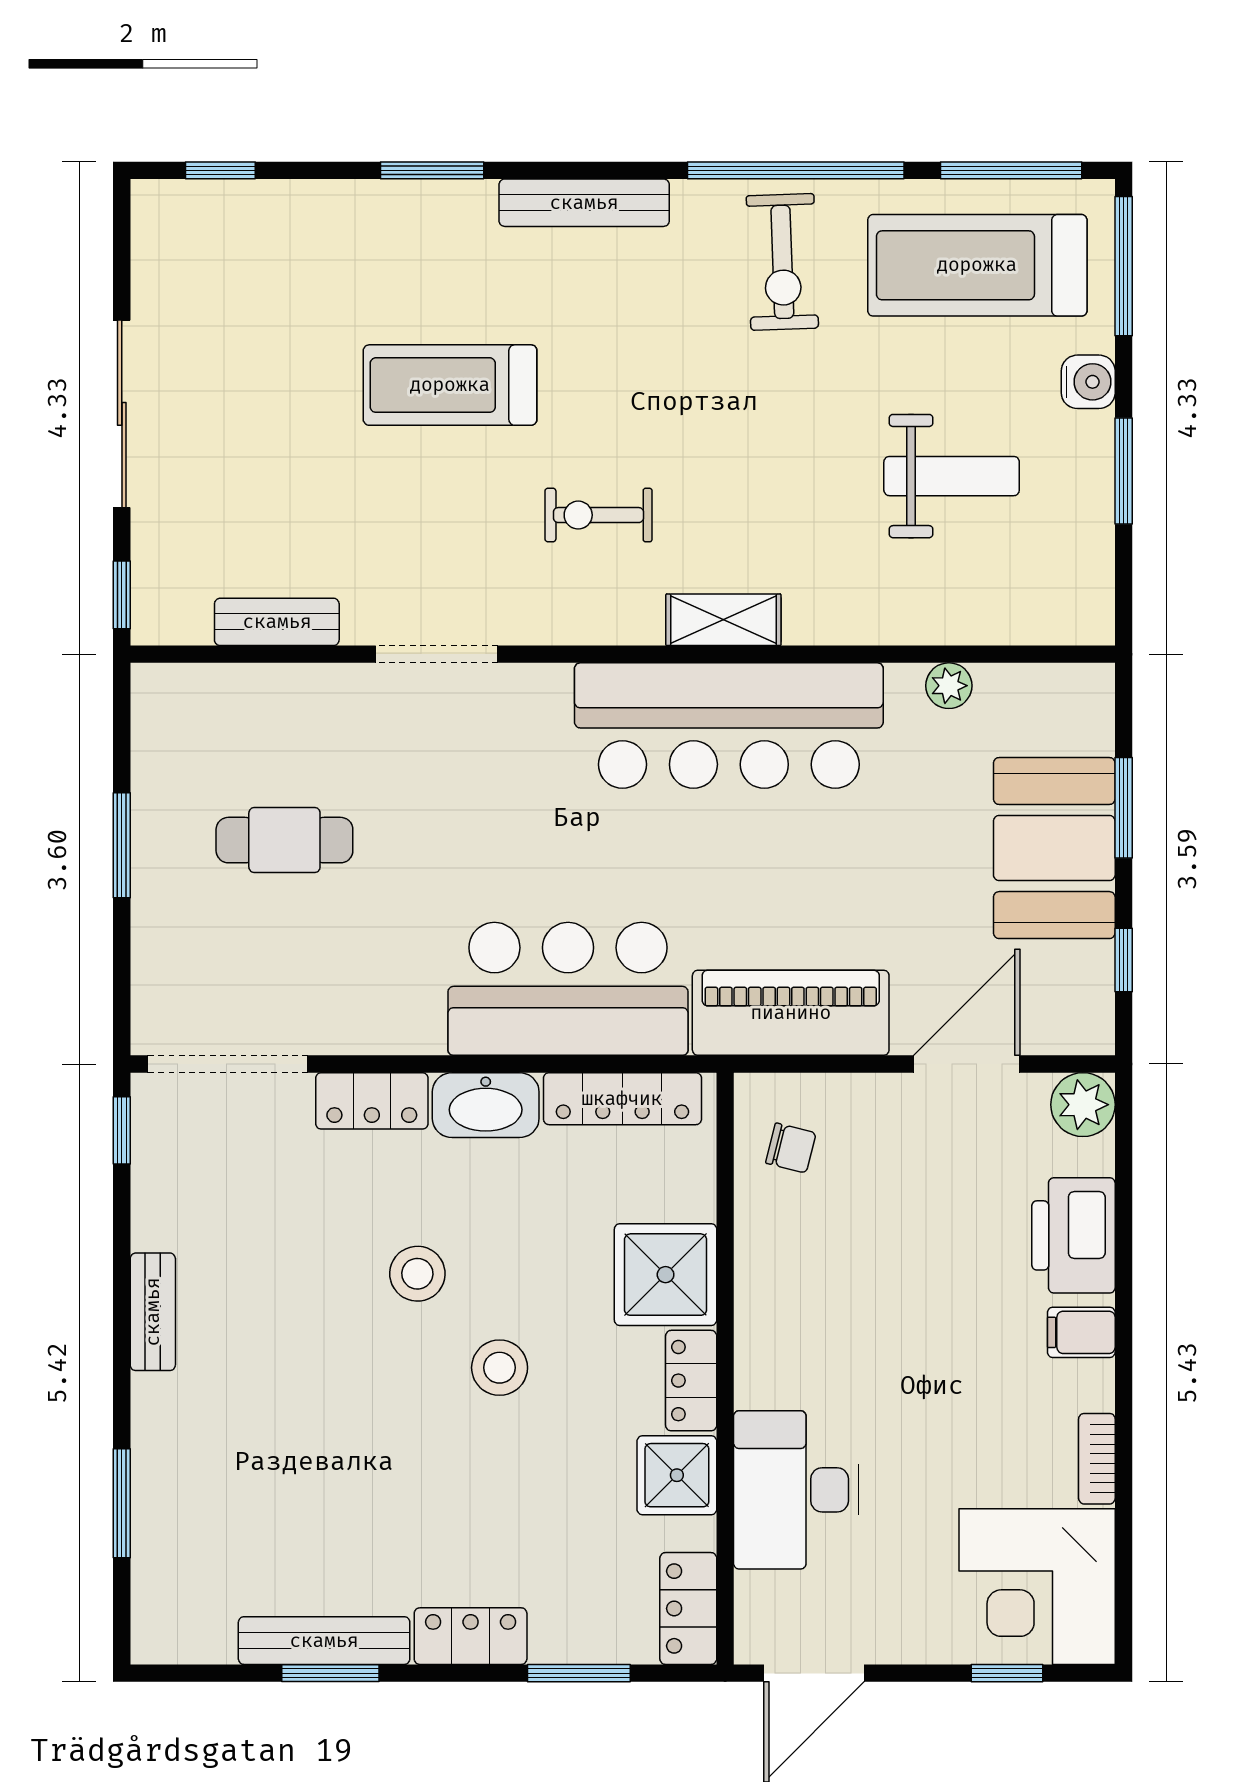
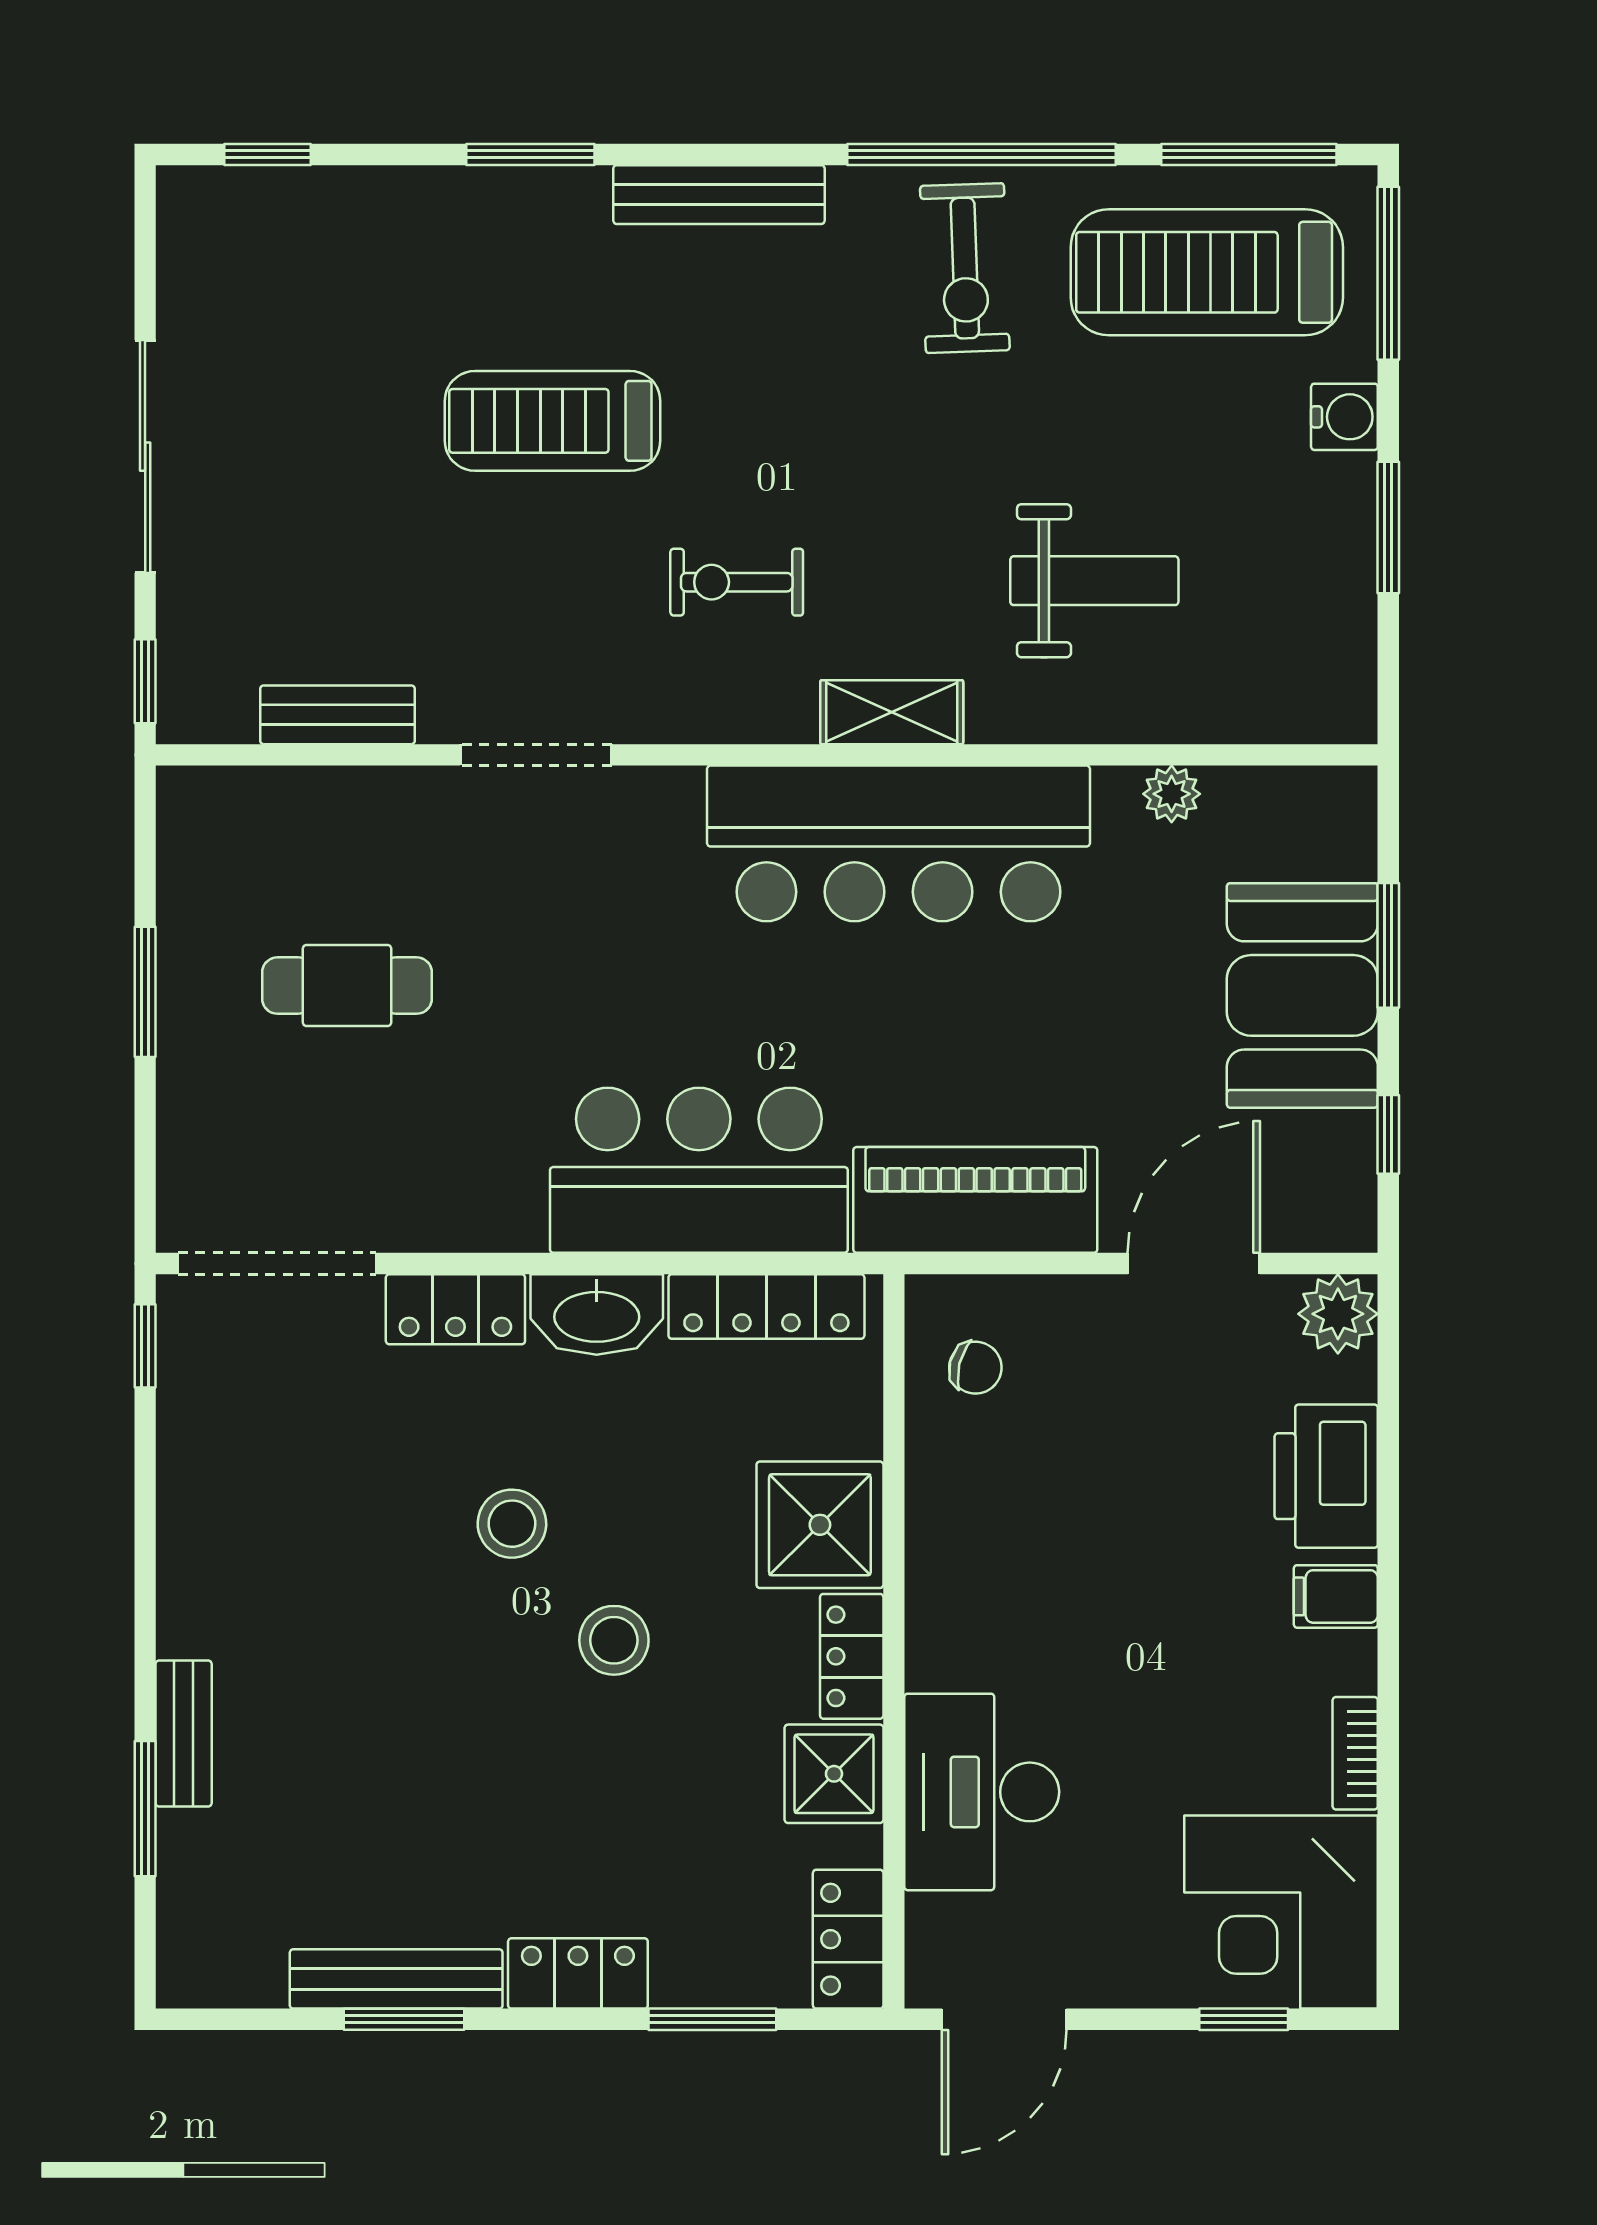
weight bench: (952, 476) -> (1094, 581), moved
bench: (153, 1312) -> (184, 1733), moved

